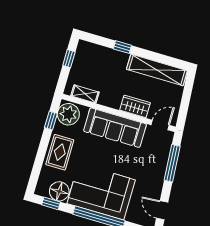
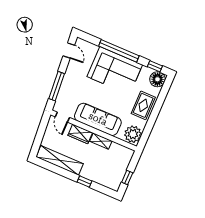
shelving: (85, 94) -> (101, 141), moved
window: (51, 121) -> (147, 131), removed
door: (160, 125) -> (62, 117), hinge flipped
floor lamp: (59, 191) -> (157, 79), moved

